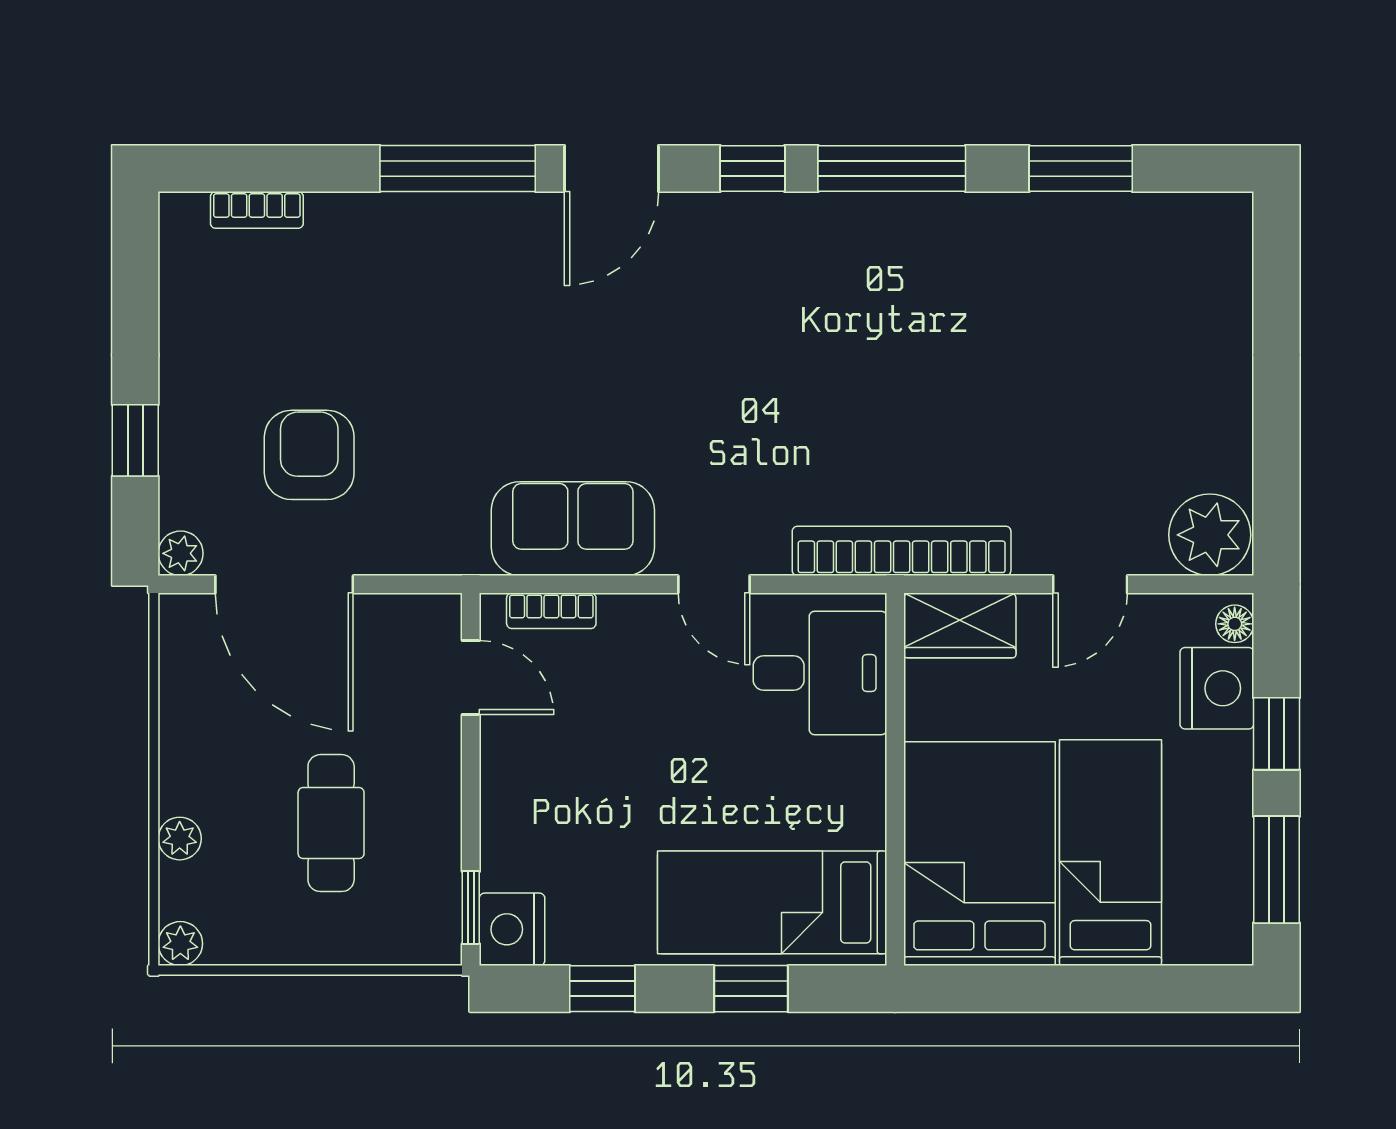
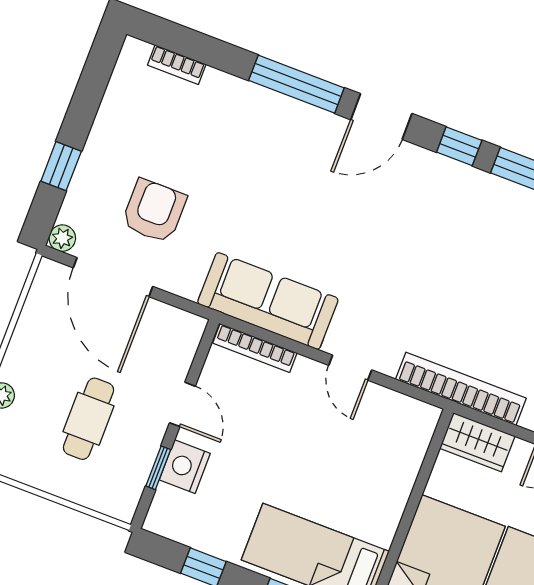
sofa: (573, 529) -> (268, 301), width x1.36
bookcase: (551, 611) -> (255, 348), width x1.56
desk: (820, 673) -> (390, 439), removed
door: (471, 678) -> (182, 404), moved
window: (471, 908) -> (158, 468), moved
nightstand: (512, 929) -> (185, 467), moved

